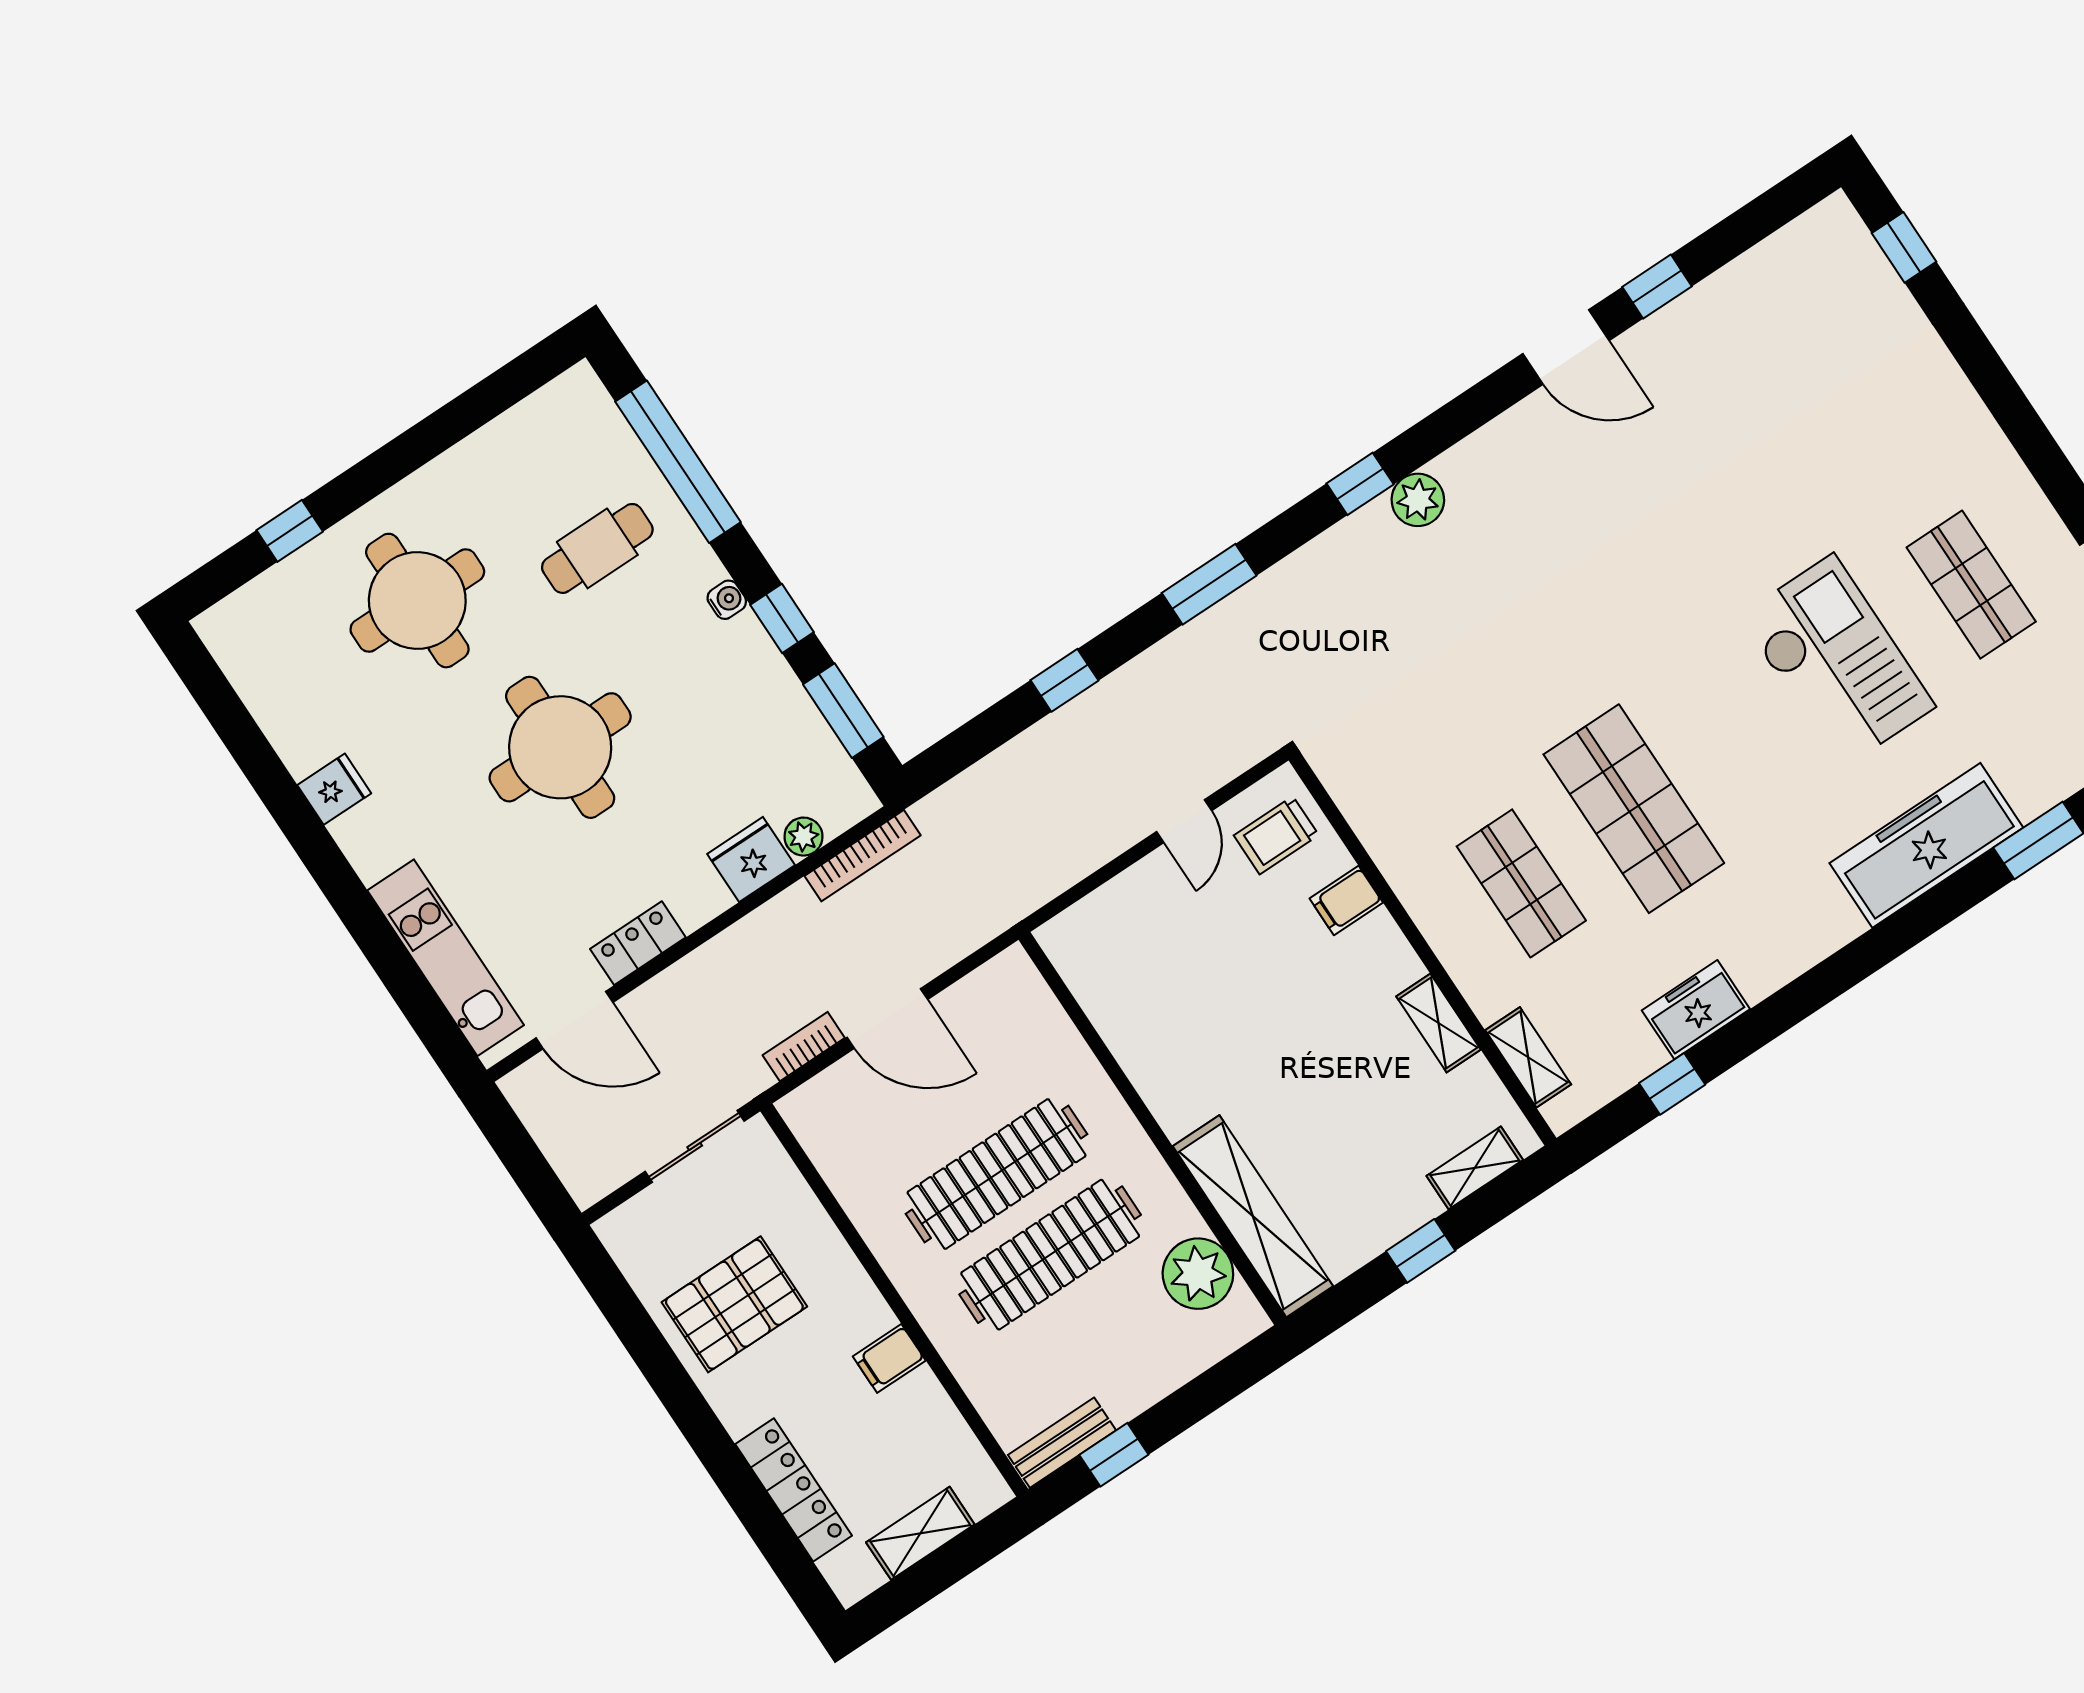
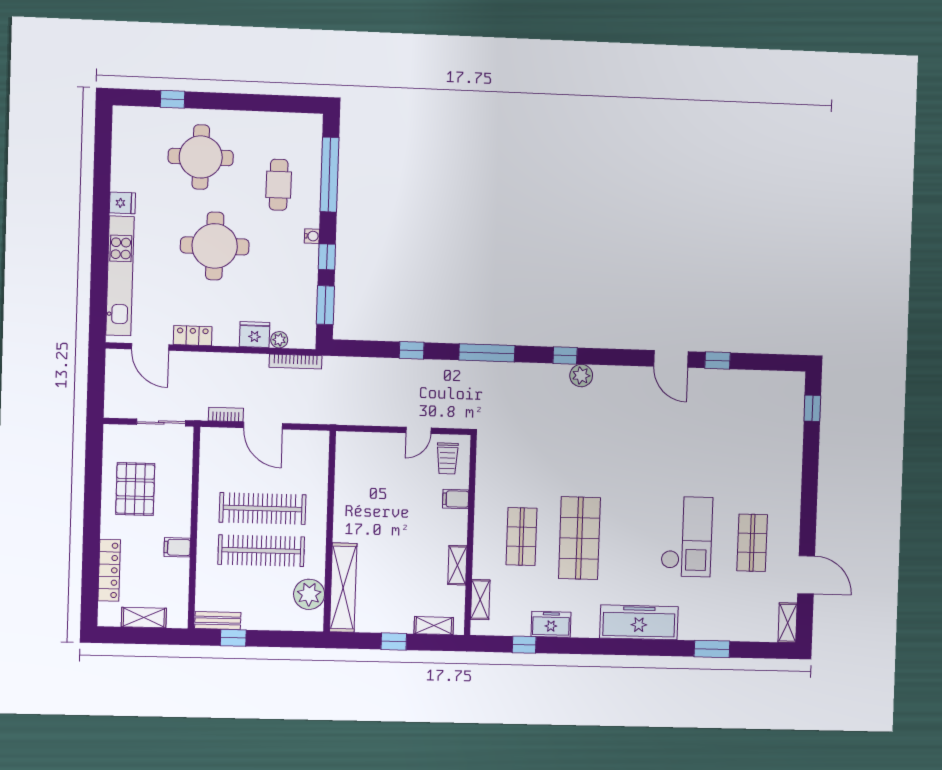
cafe table: (597, 548) -> (279, 185), turned 90
window: (1209, 584) -> (487, 353), width x1.44
trolley: (1276, 835) -> (447, 458), turned -90
freezer: (1926, 845) -> (639, 622), moved
kitchen unit: (446, 958) -> (120, 276), width x1.36
pallet: (734, 1304) -> (135, 489), turned 90

